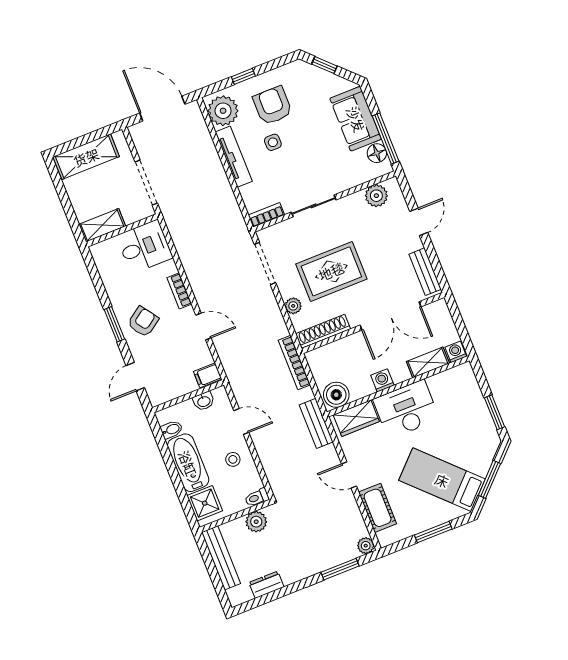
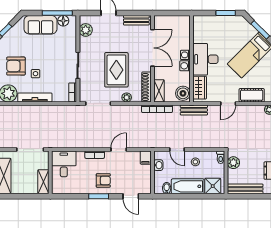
armchair: (143, 322) -> (103, 180), turned 125
washing machine: (456, 352) -> (185, 55), moved
shelving: (428, 362) -> (159, 91), moved
door: (241, 421) -> (177, 149), swing flipped

